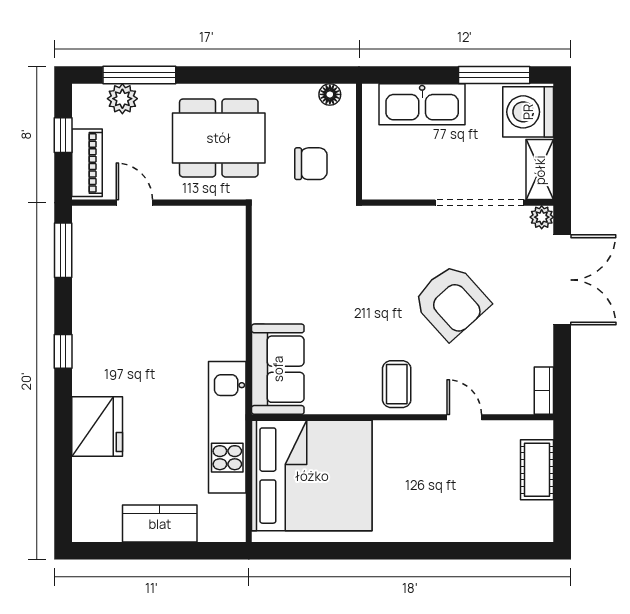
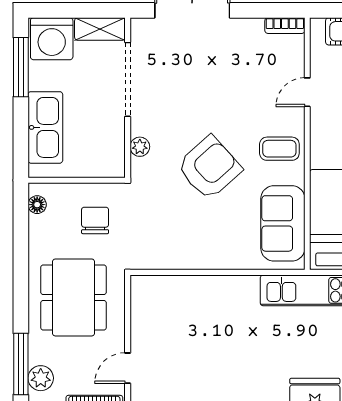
plant: (542, 217) -> (140, 147), moved
armchair: (451, 302) -> (209, 168), moved
sofa: (278, 369) -> (283, 223), moved, turned -90

